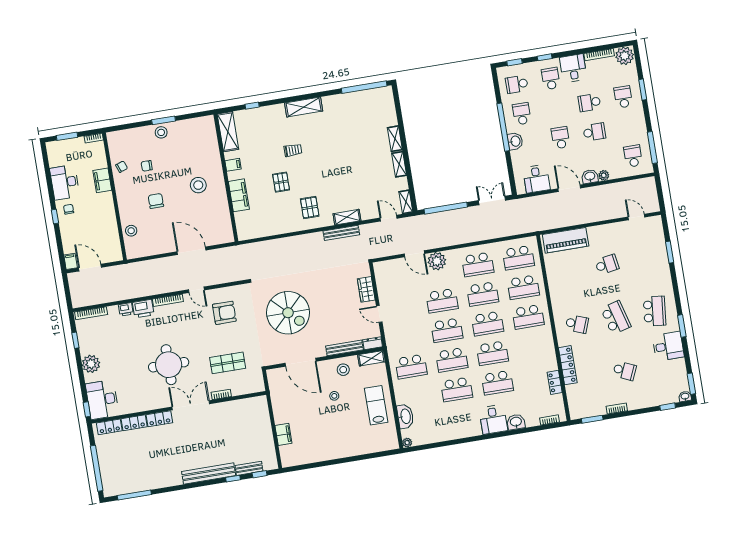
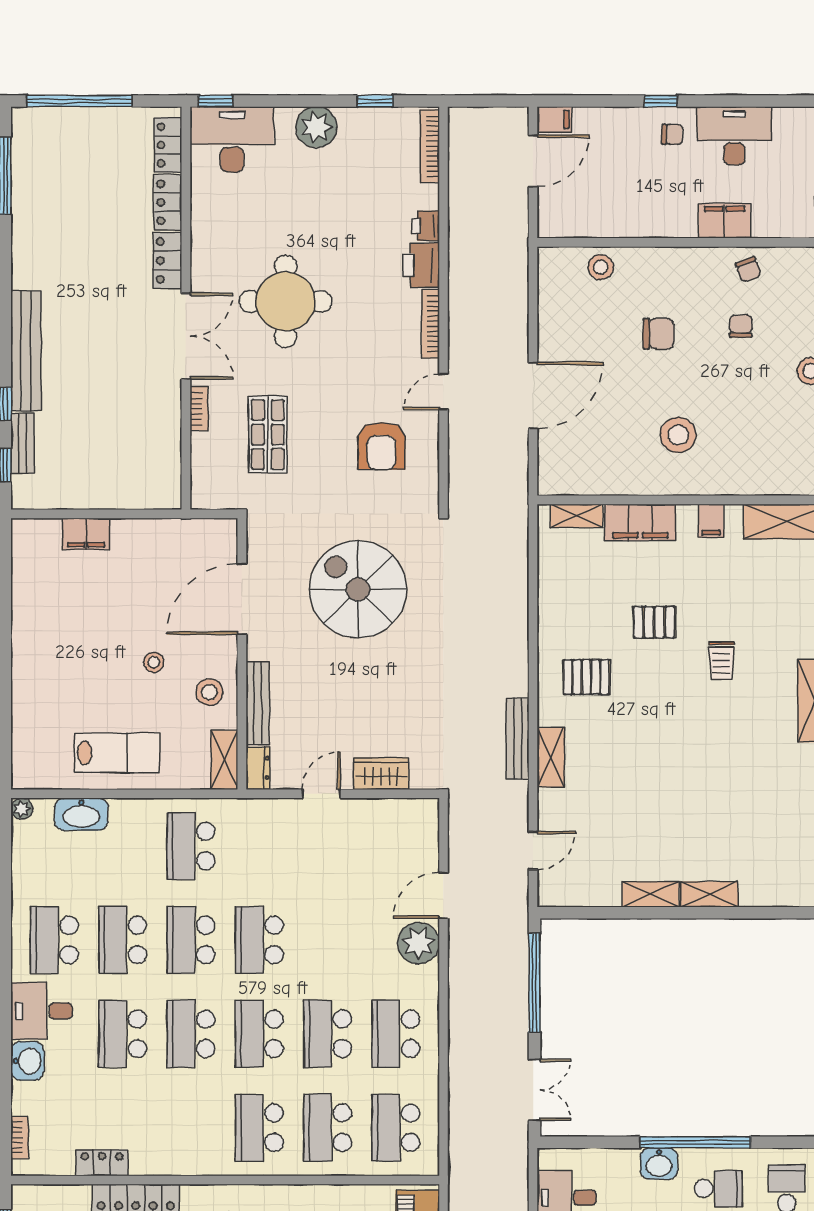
shelving: (406, 202) -> (577, 516), moved
school desk: (442, 301) -> (54, 940), moved
spiral stairs: (288, 313) -> (358, 589), turned 90

